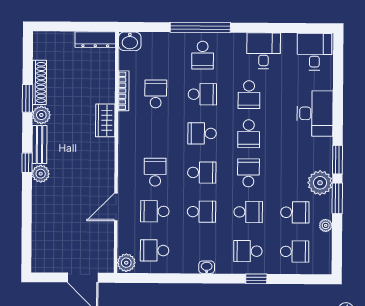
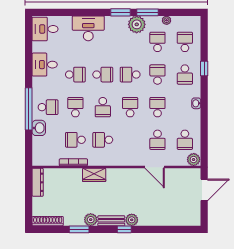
washbasin: (130, 41) -> (39, 128), moved
shoe rack: (39, 82) -> (48, 221), moved
school desk: (155, 172) -> (103, 140), moved

